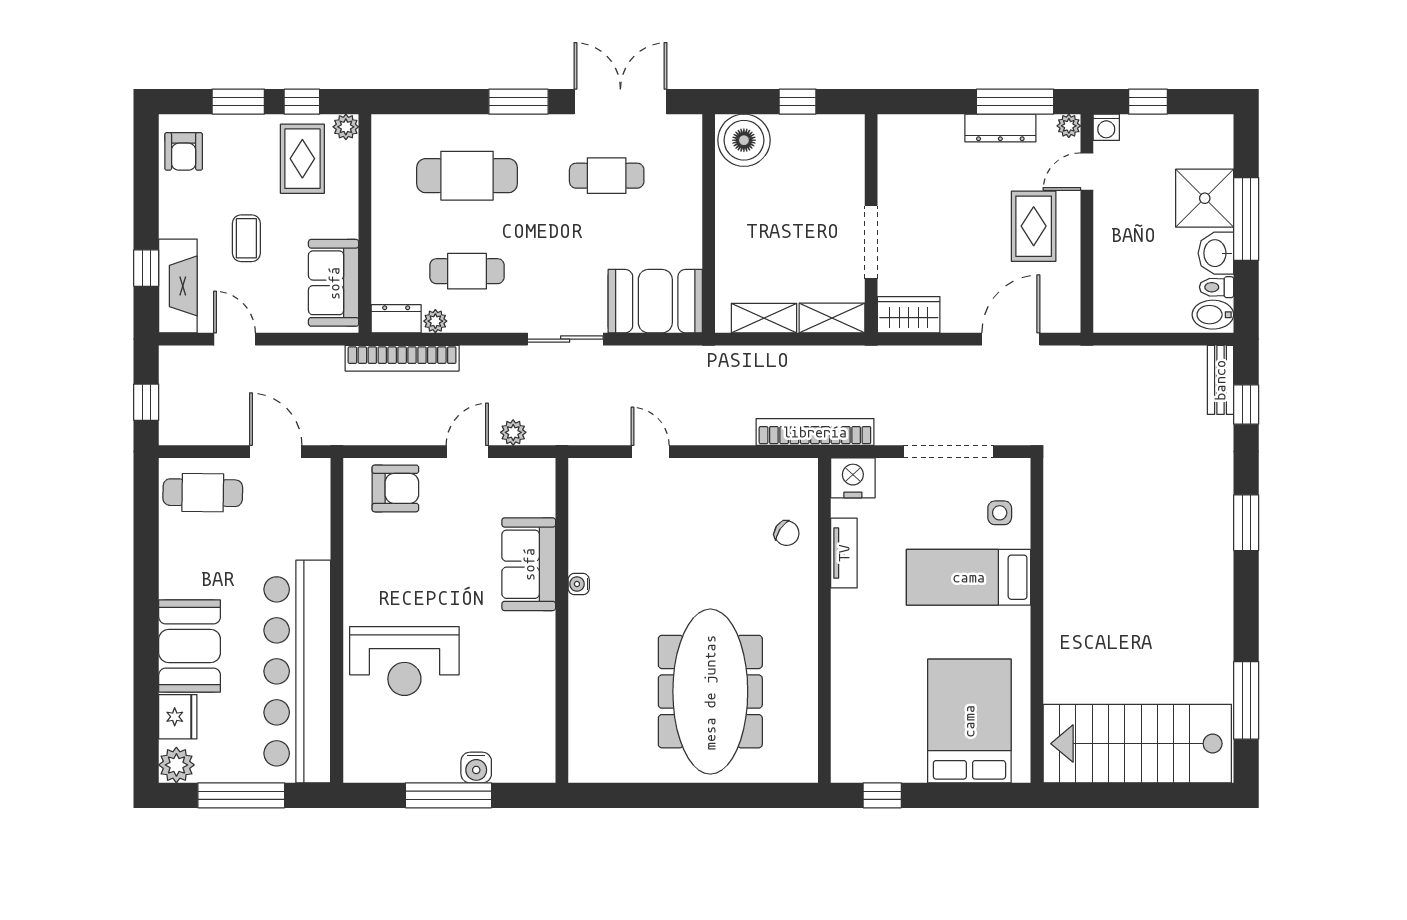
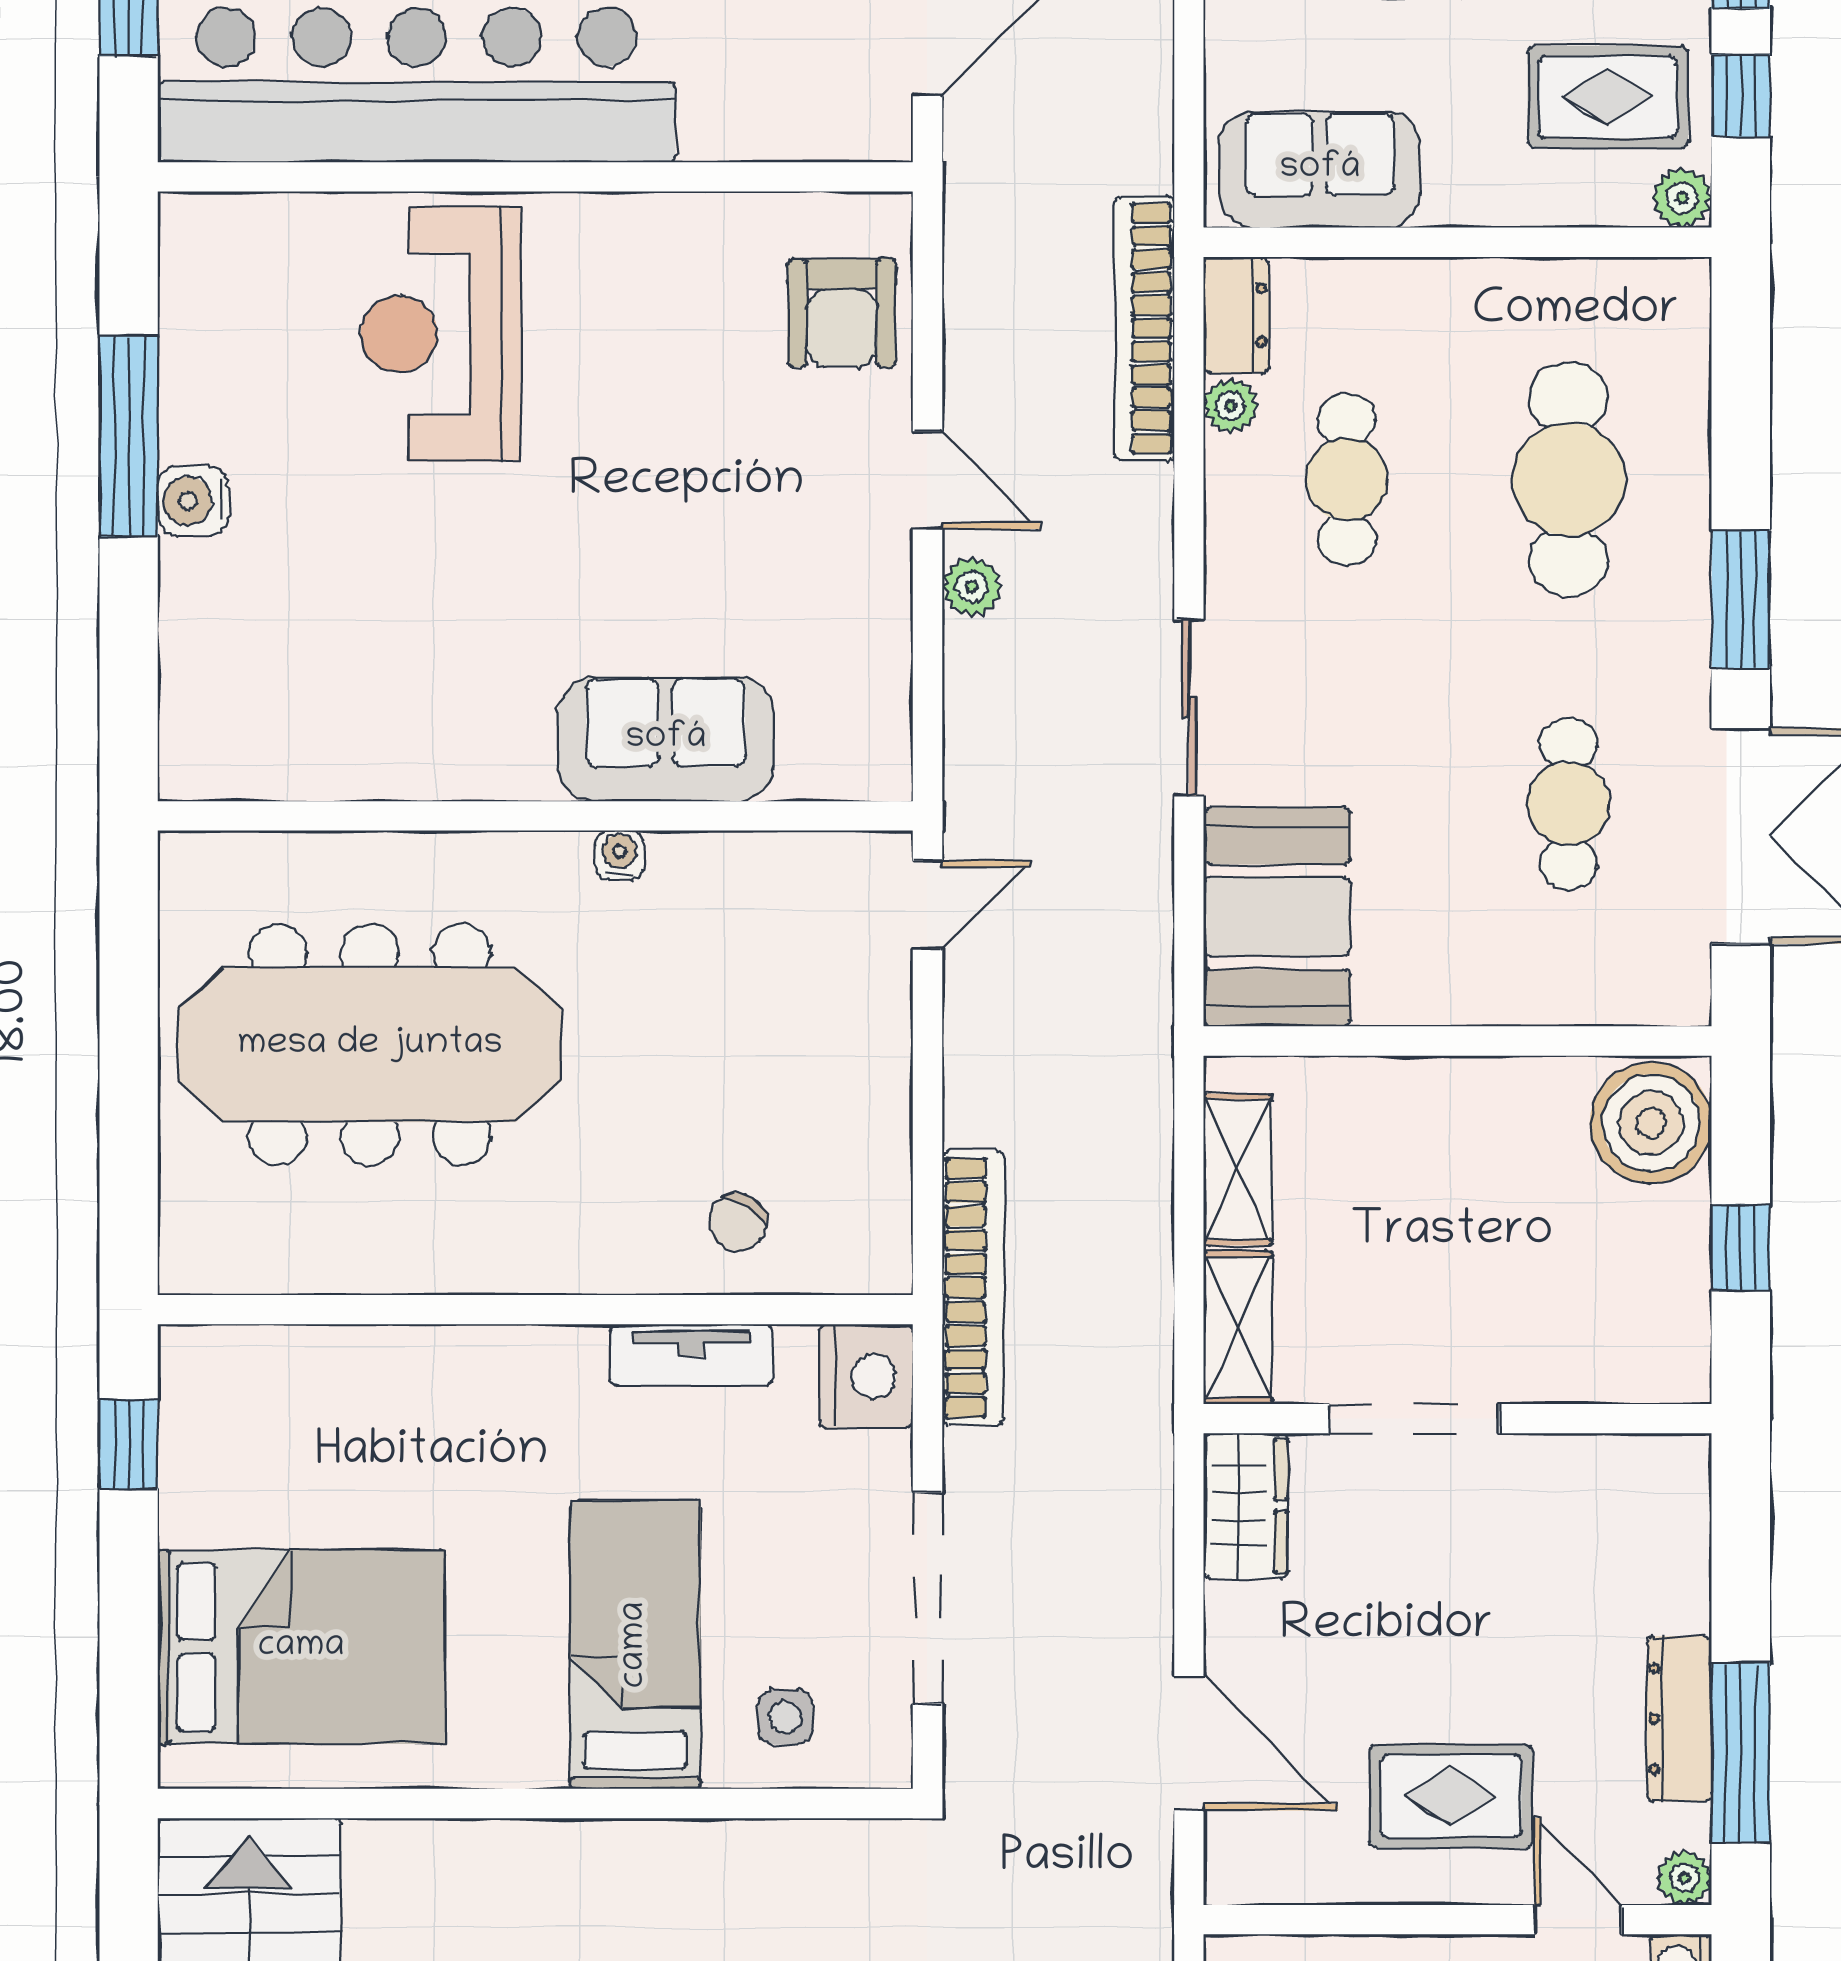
sofa: (529, 564) -> (666, 739), moved
water cooler: (579, 584) -> (620, 855), moved
wall: (562, 620) -> (535, 816), moved

